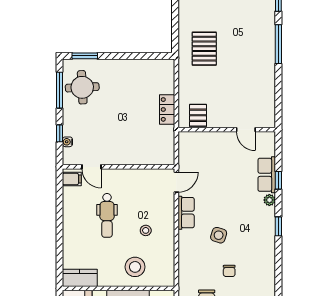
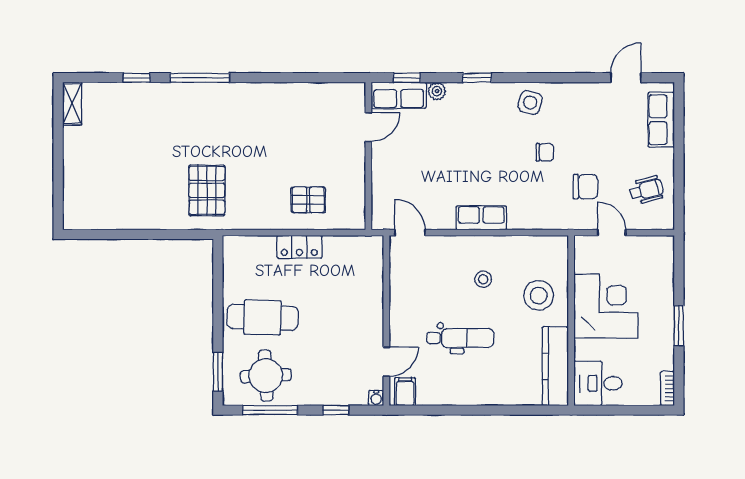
pallet: (204, 49) -> (207, 190), turned 90
cafe table: (121, 85) -> (263, 317), added
wall: (227, 130) -> (368, 156), moved
door: (246, 130) -> (368, 127), moved
water cooler: (67, 142) -> (376, 398), moved
row of seats: (186, 213) -> (481, 218), moved
side table: (219, 235) -> (530, 102), moved
kitchen counter: (80, 278) -> (555, 366), width x1.50

